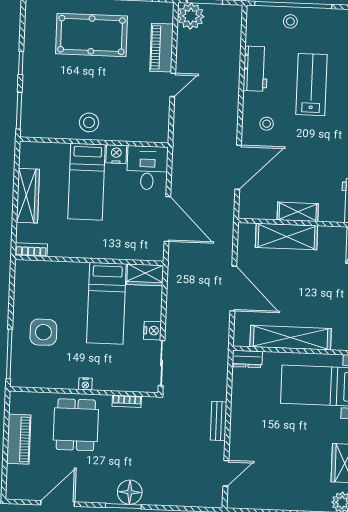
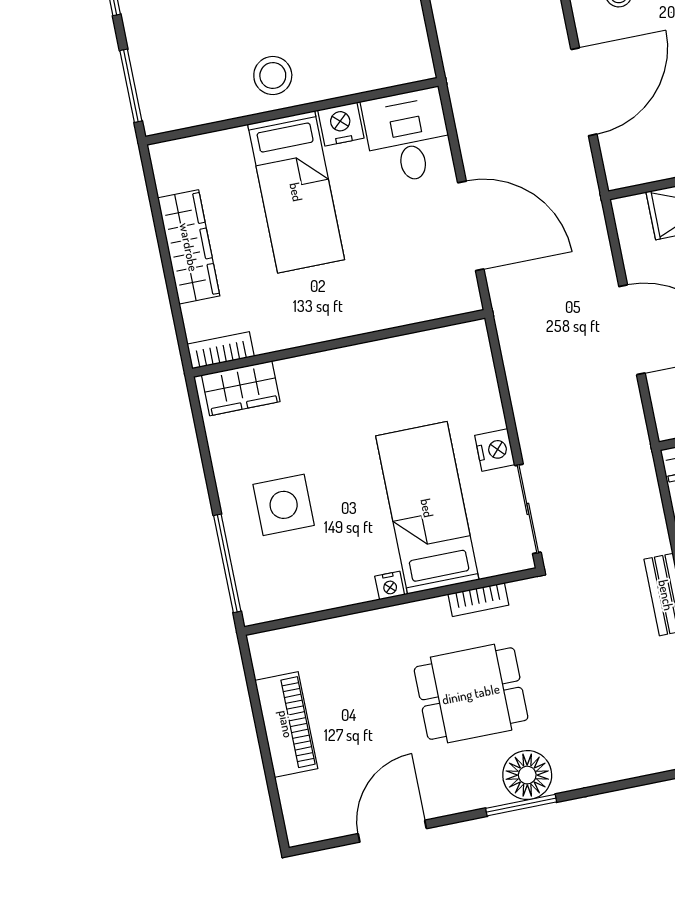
wardrobe: (145, 275) -> (241, 388), moved
bed: (106, 303) -> (427, 508), moved, turned 180
dining table: (76, 425) -> (471, 694), moved, turned 90

